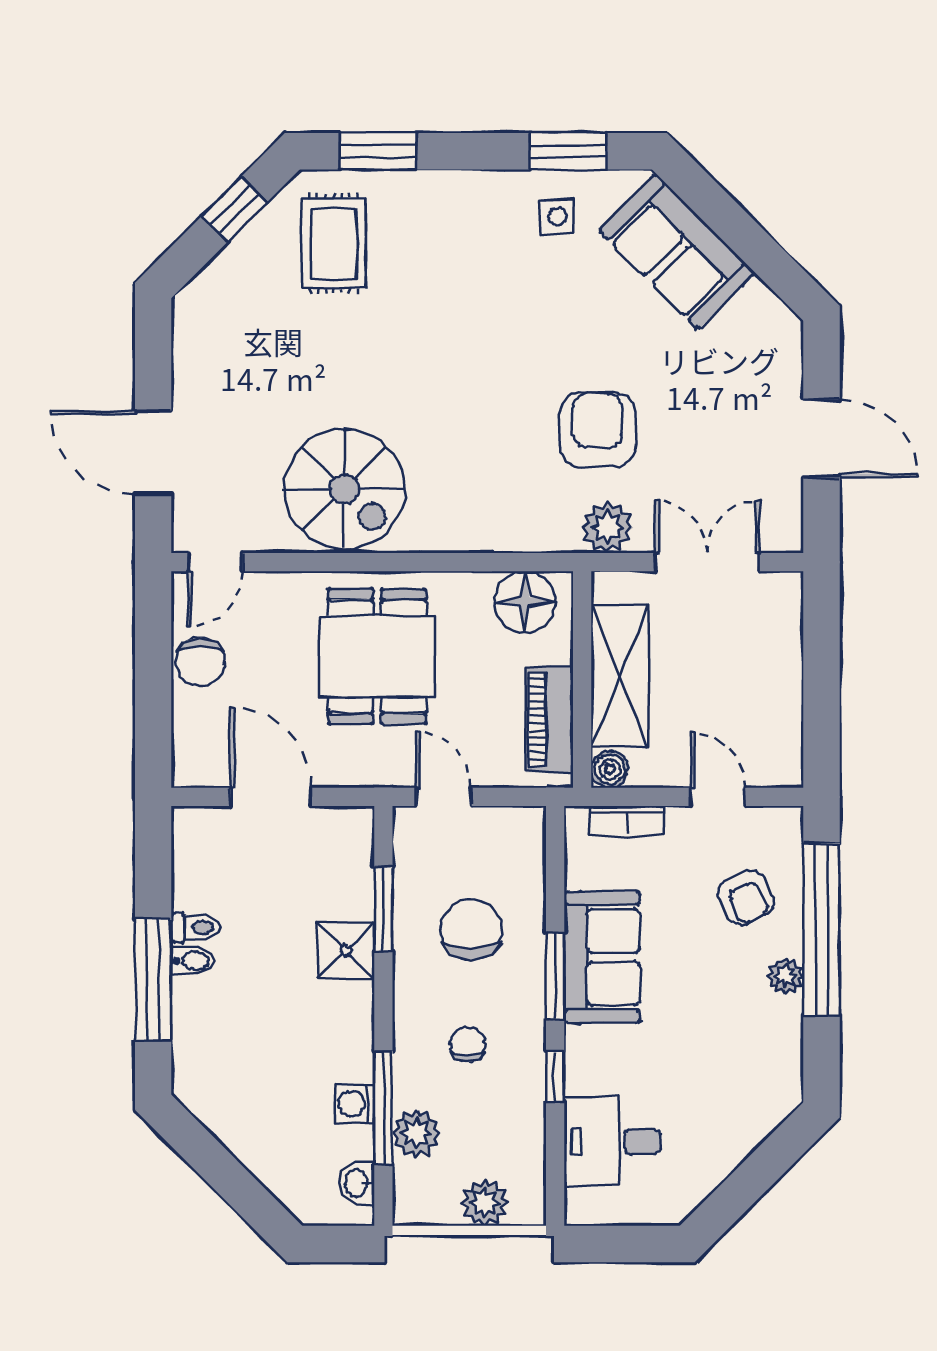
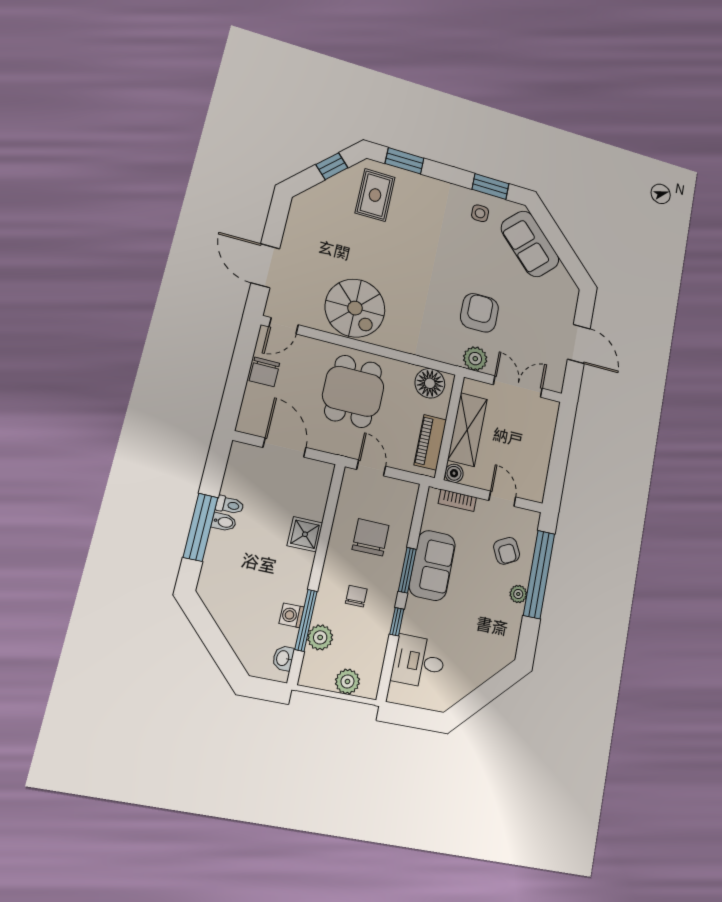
window: (383, 909) -> (329, 517), removed

